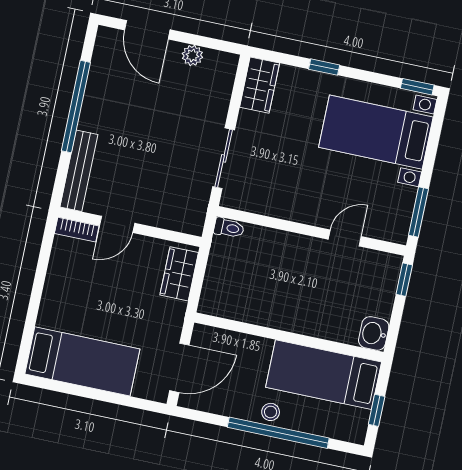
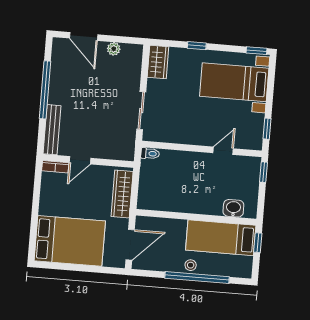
window: (418, 212) -> (267, 129), width x0.67
wardrobe: (179, 274) -> (122, 194), width x1.50
washbasin: (374, 333) -> (233, 208), moved, turned 90
bed: (82, 361) -> (70, 241), width x1.50
window: (377, 410) -> (258, 243), moved

